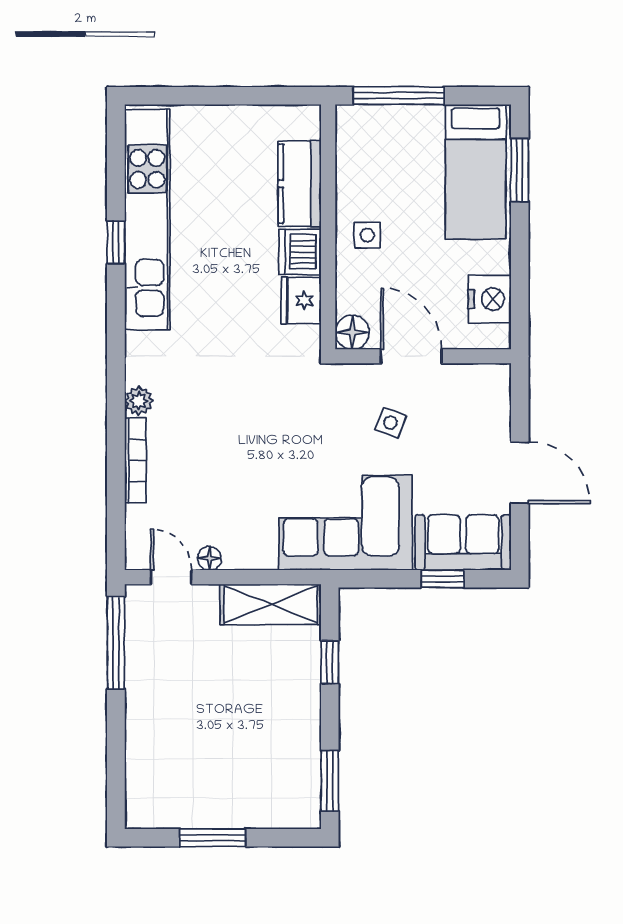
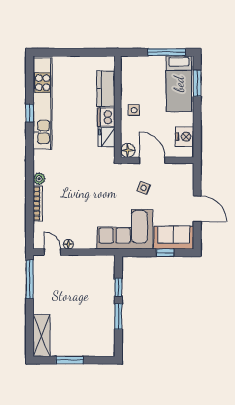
window: (399, 96) -> (167, 52), moved
shelving: (271, 604) -> (42, 336), moved, turned 90
window: (330, 781) -> (118, 316), moved

